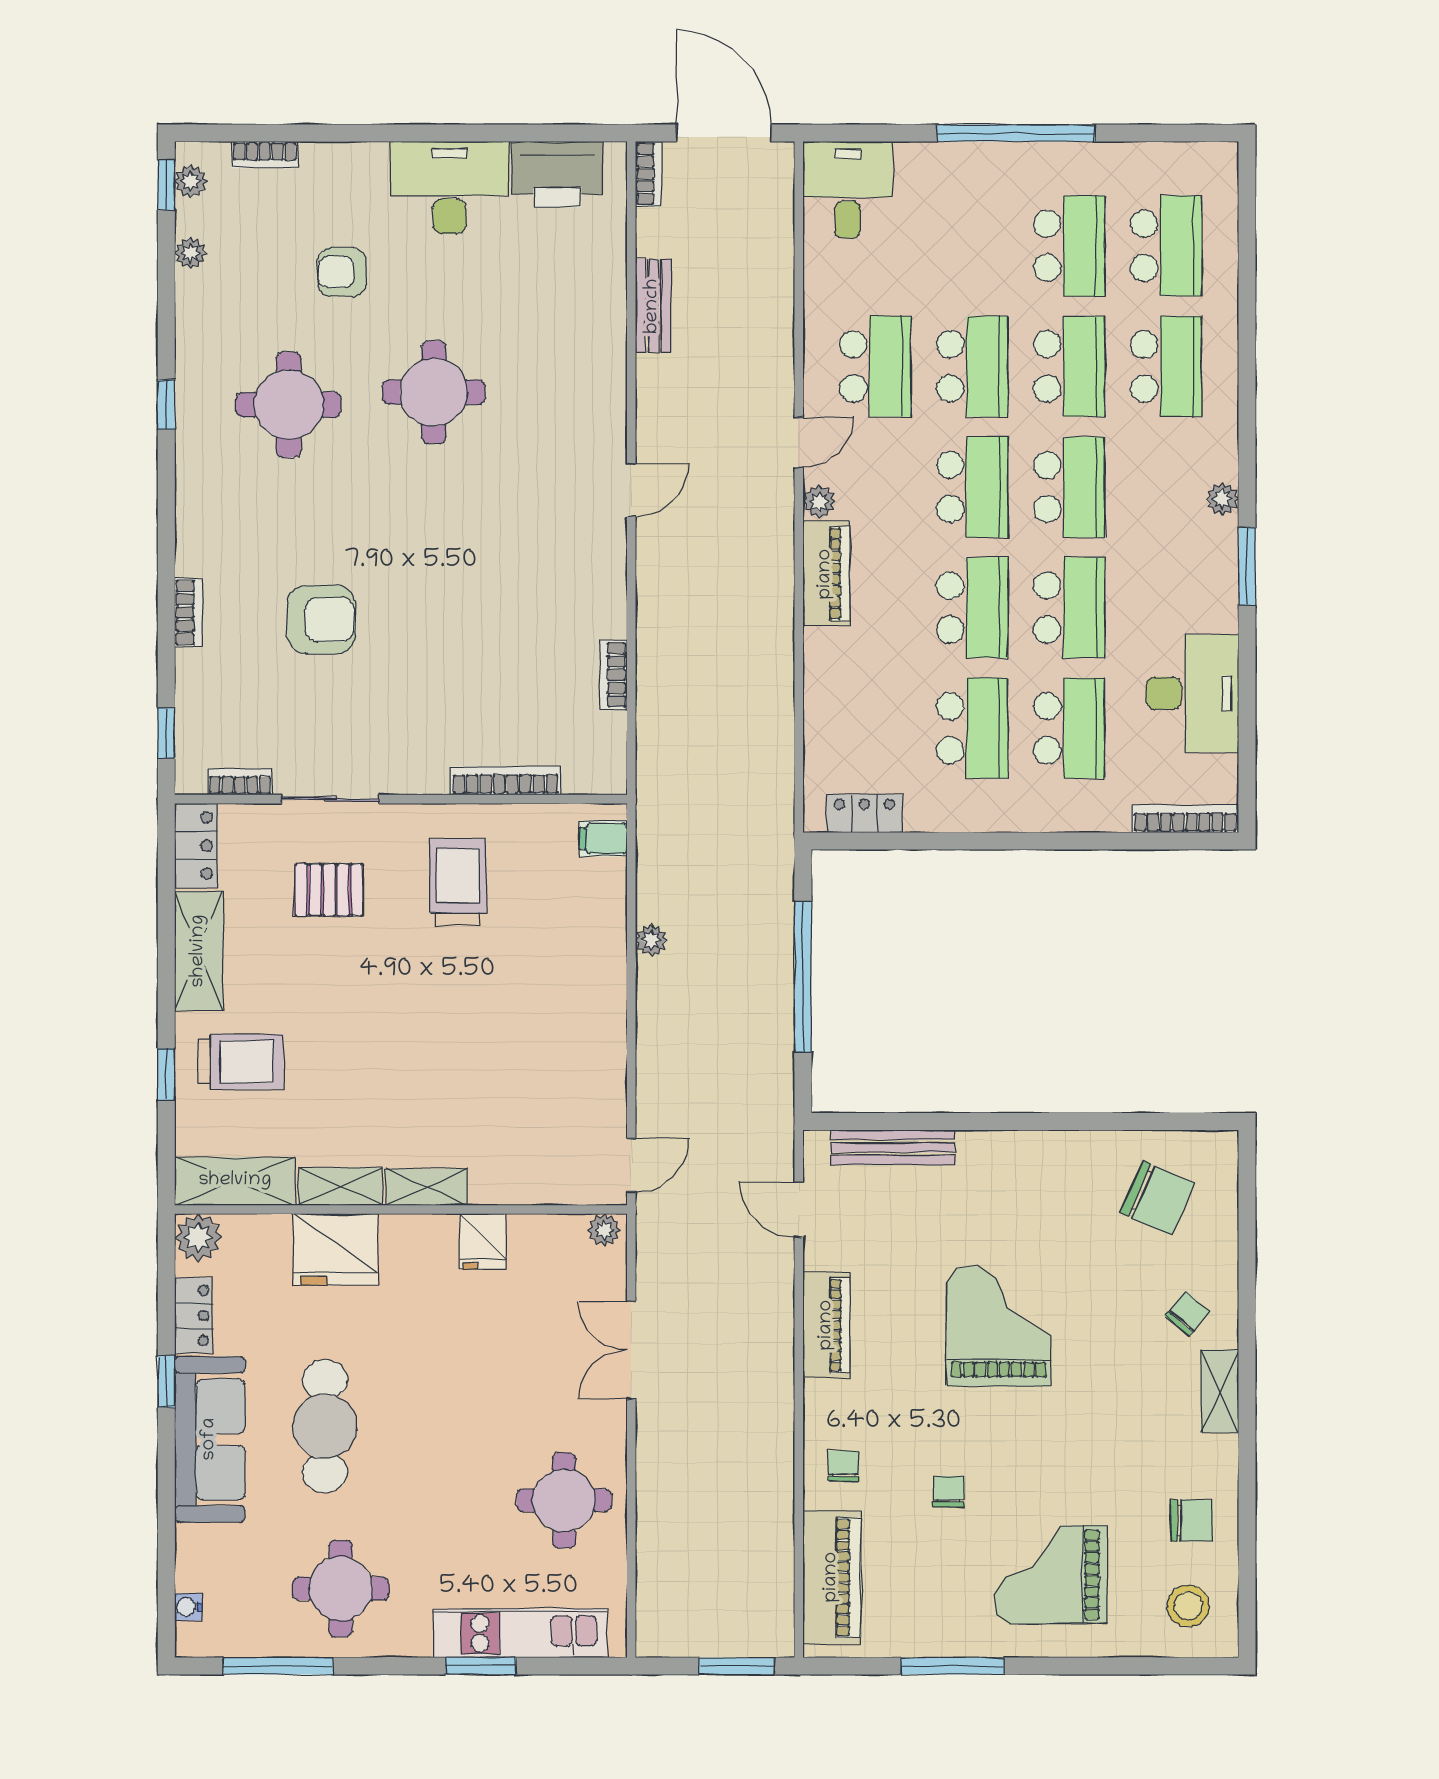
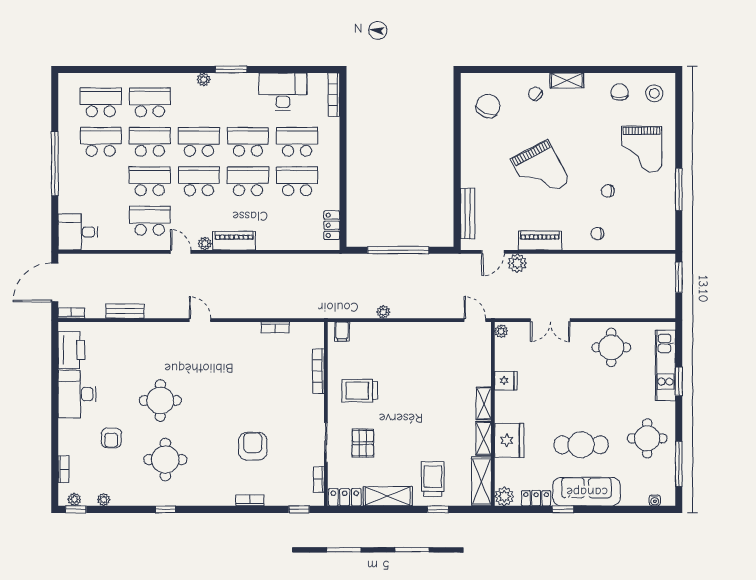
plant: (771, 1269) -> (517, 263), added
grand piano: (999, 1326) -> (540, 171), turned -118
piano: (832, 1577) -> (643, 238), removed

